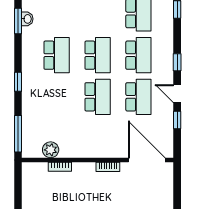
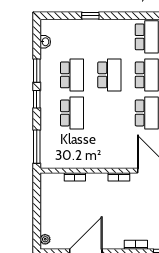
window: (18, 21) -> (37, 71), moved
school desk: (98, 97) -> (72, 113), moved
plant: (51, 150) -> (66, 161), removed

